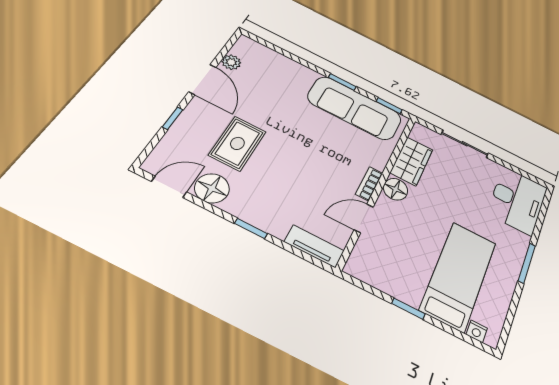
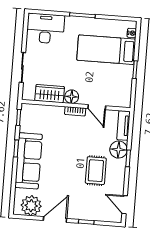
plant: (231, 62) -> (31, 206), width x1.88, depth x1.88
sofa: (355, 108) -> (29, 161), moved
rug: (237, 143) -> (96, 171), moved, turned 90
floor lamp: (212, 188) -> (119, 150), moved

